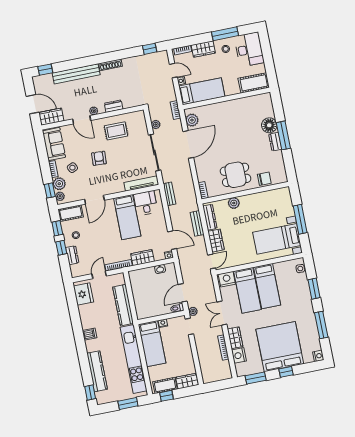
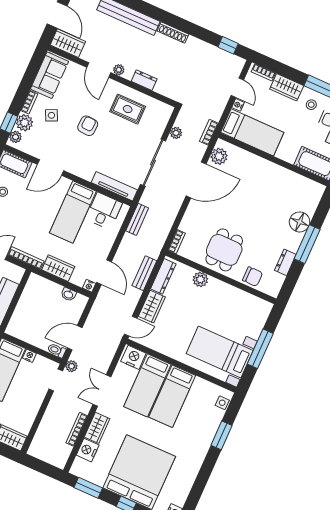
dresser: (275, 142) -> (285, 262), moved
dining table: (236, 175) -> (224, 250), turned 90
window: (321, 325) -> (201, 481), removed

